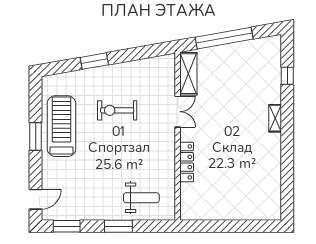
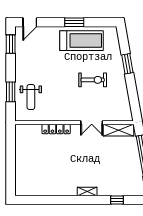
exercise bike: (117, 110) -> (93, 80), turned 90
door: (36, 199) -> (30, 22), hinge flipped
window: (118, 226) -> (11, 92), moved

